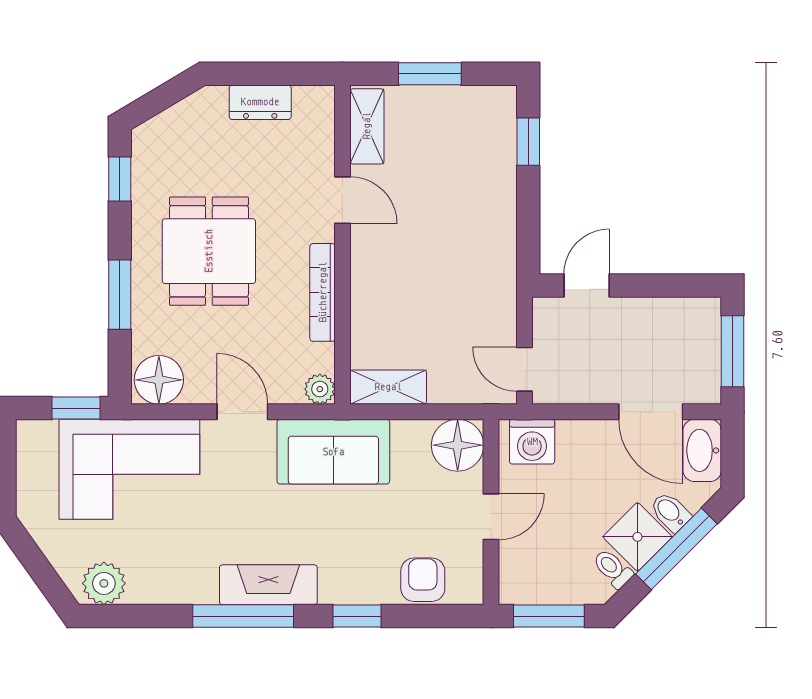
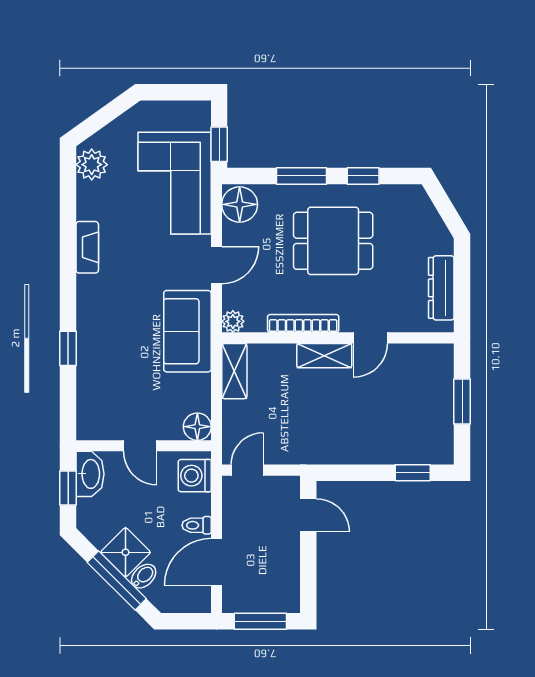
dresser: (260, 102) -> (441, 288), width x1.44
shelving: (367, 126) -> (324, 356), moved
window: (120, 179) -> (363, 176), moved
floor lamp: (458, 445) -> (197, 427), width x0.73, depth x0.73
washbasin: (702, 450) -> (90, 474), moved, turned 90
toilet: (613, 569) -> (197, 525), moved, turned -135
armchair: (423, 580) -> (94, 396), removed
fireplace: (268, 585) -> (87, 247), moved, width x0.73, depth x0.76
window: (243, 616) -> (68, 266), removed
window: (549, 616) -> (68, 488), width x0.67

